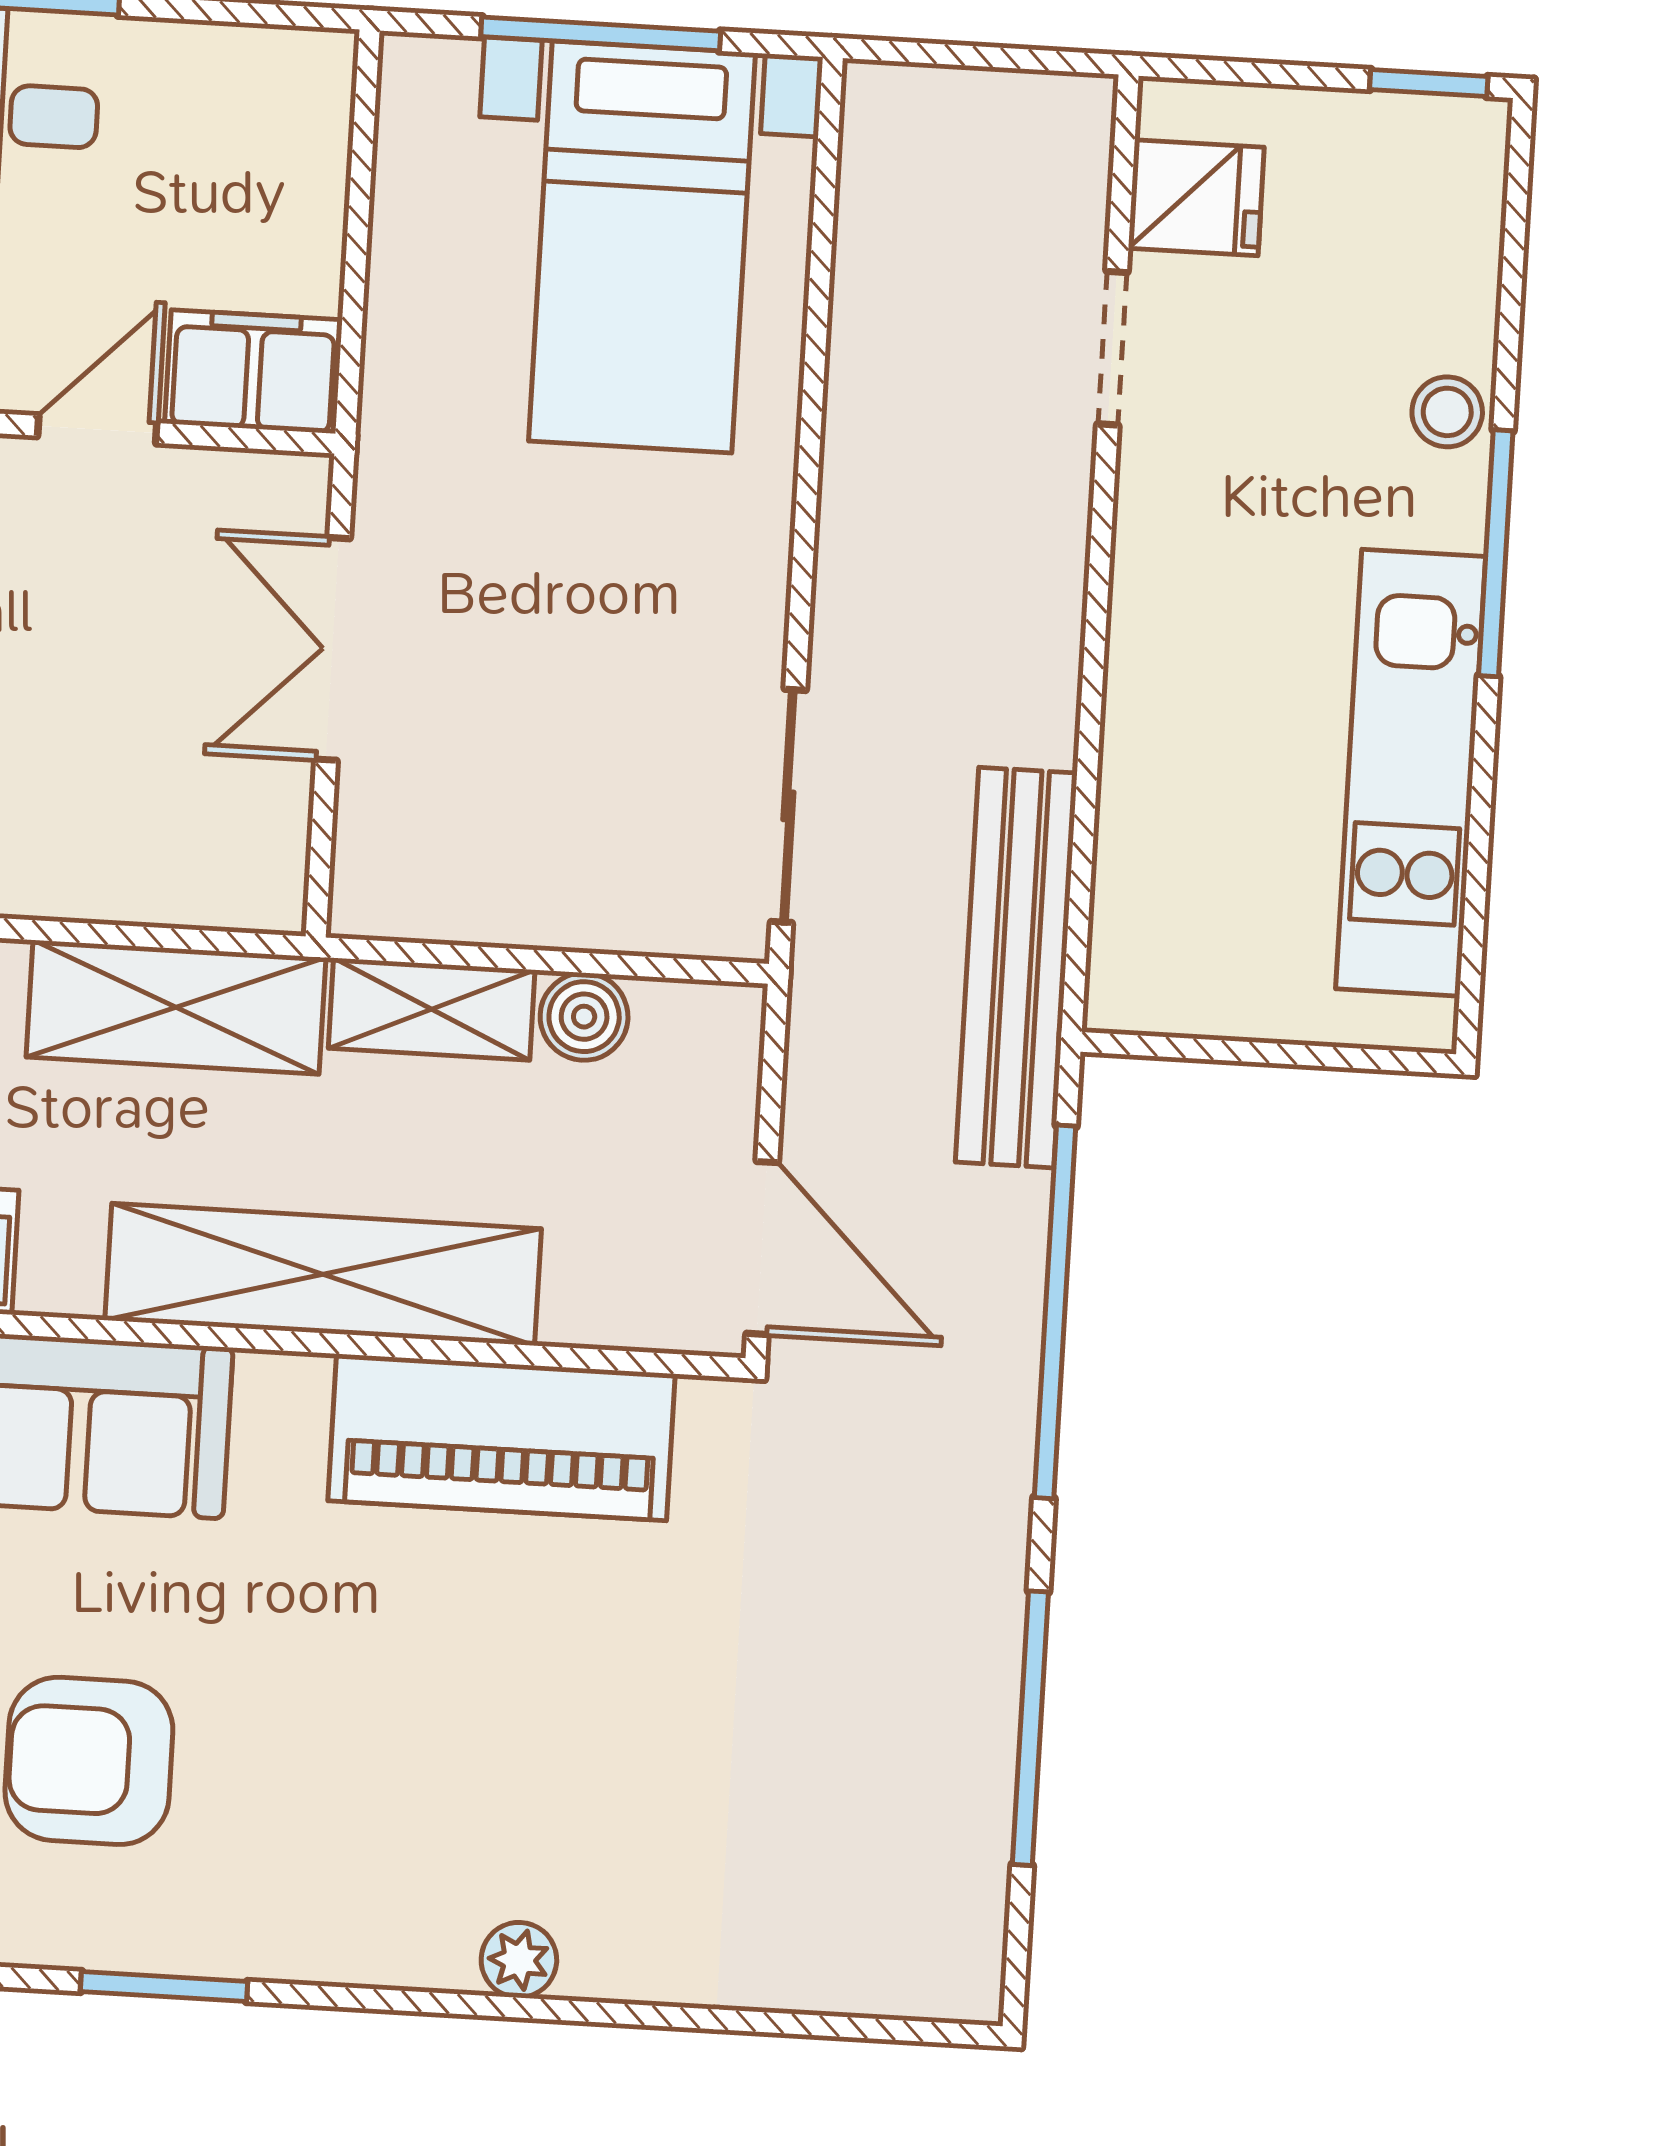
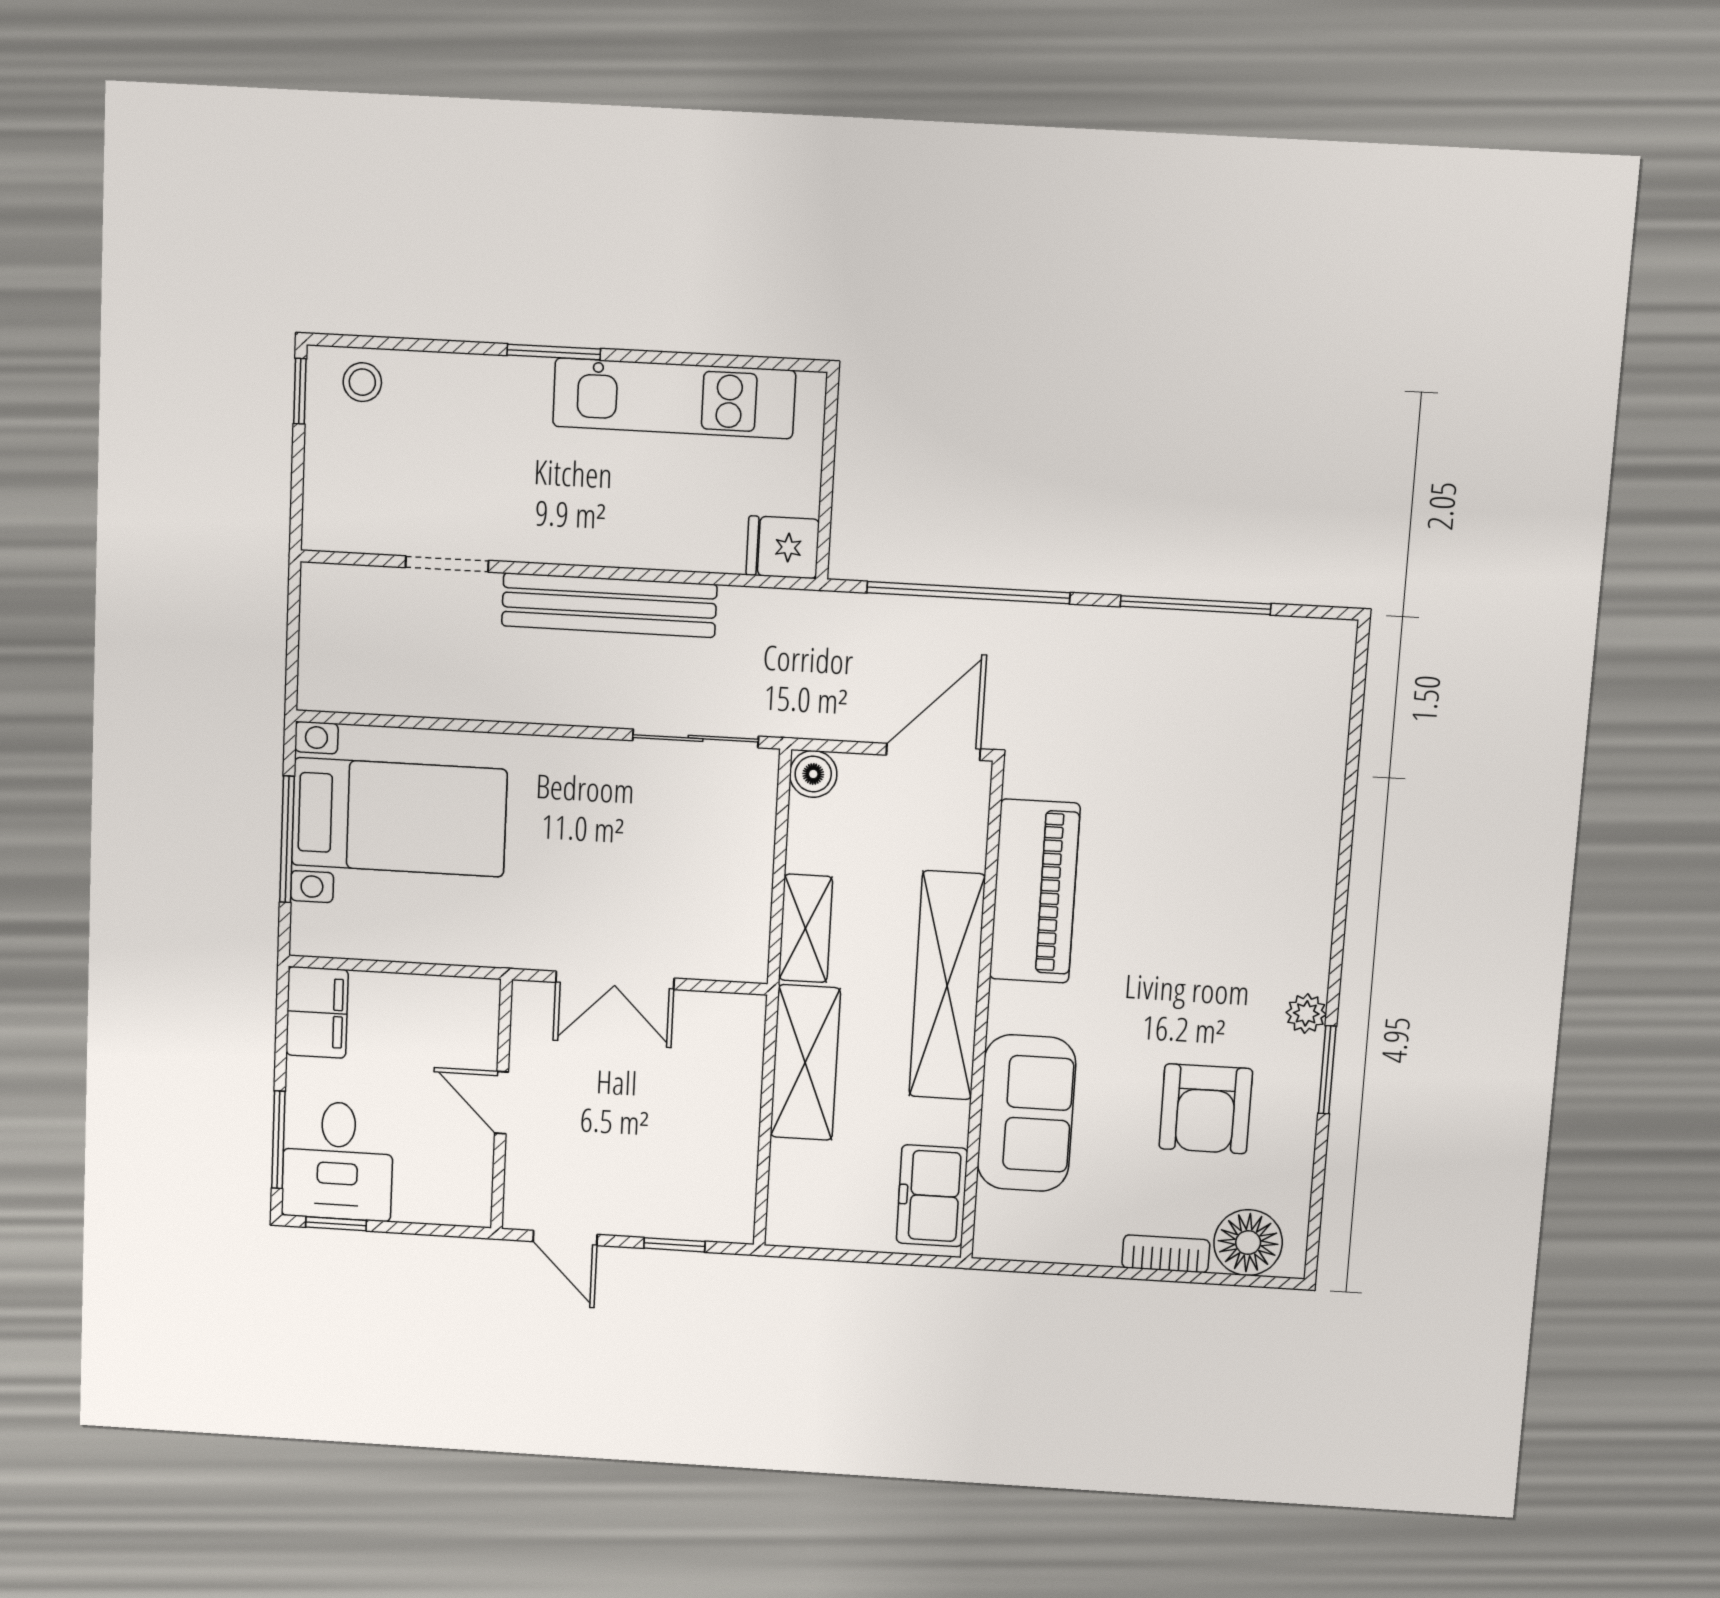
fridge: (1196, 198) -> (783, 547), moved, turned -90
filing cabinet: (254, 372) -> (317, 1012), moved, turned 180
stool: (1447, 412) -> (362, 382), moved
window: (1496, 553) -> (554, 352), width x0.69
bench: (1016, 968) -> (609, 605), moved
boiler: (584, 1017) -> (813, 774), moved
plant: (519, 1960) -> (1306, 1013), moved

